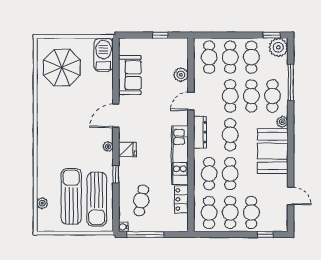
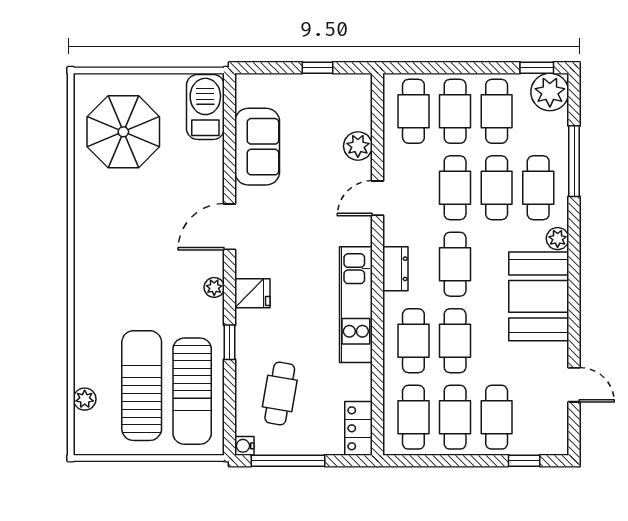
dresser: (200, 132) -> (395, 269), width x0.70
locker: (181, 199) -> (359, 428), moved

